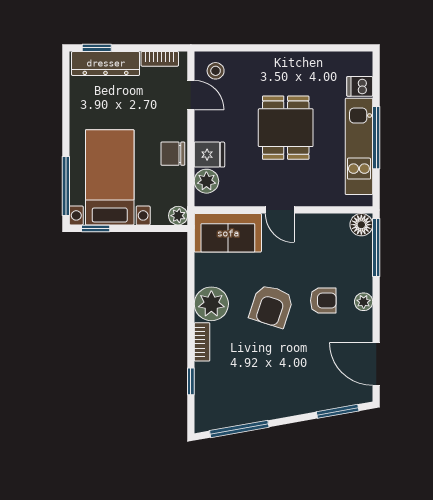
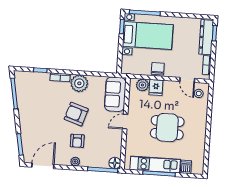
door: (191, 95) -> (187, 80), hinge flipped
plant: (178, 216) -> (126, 69), removed

